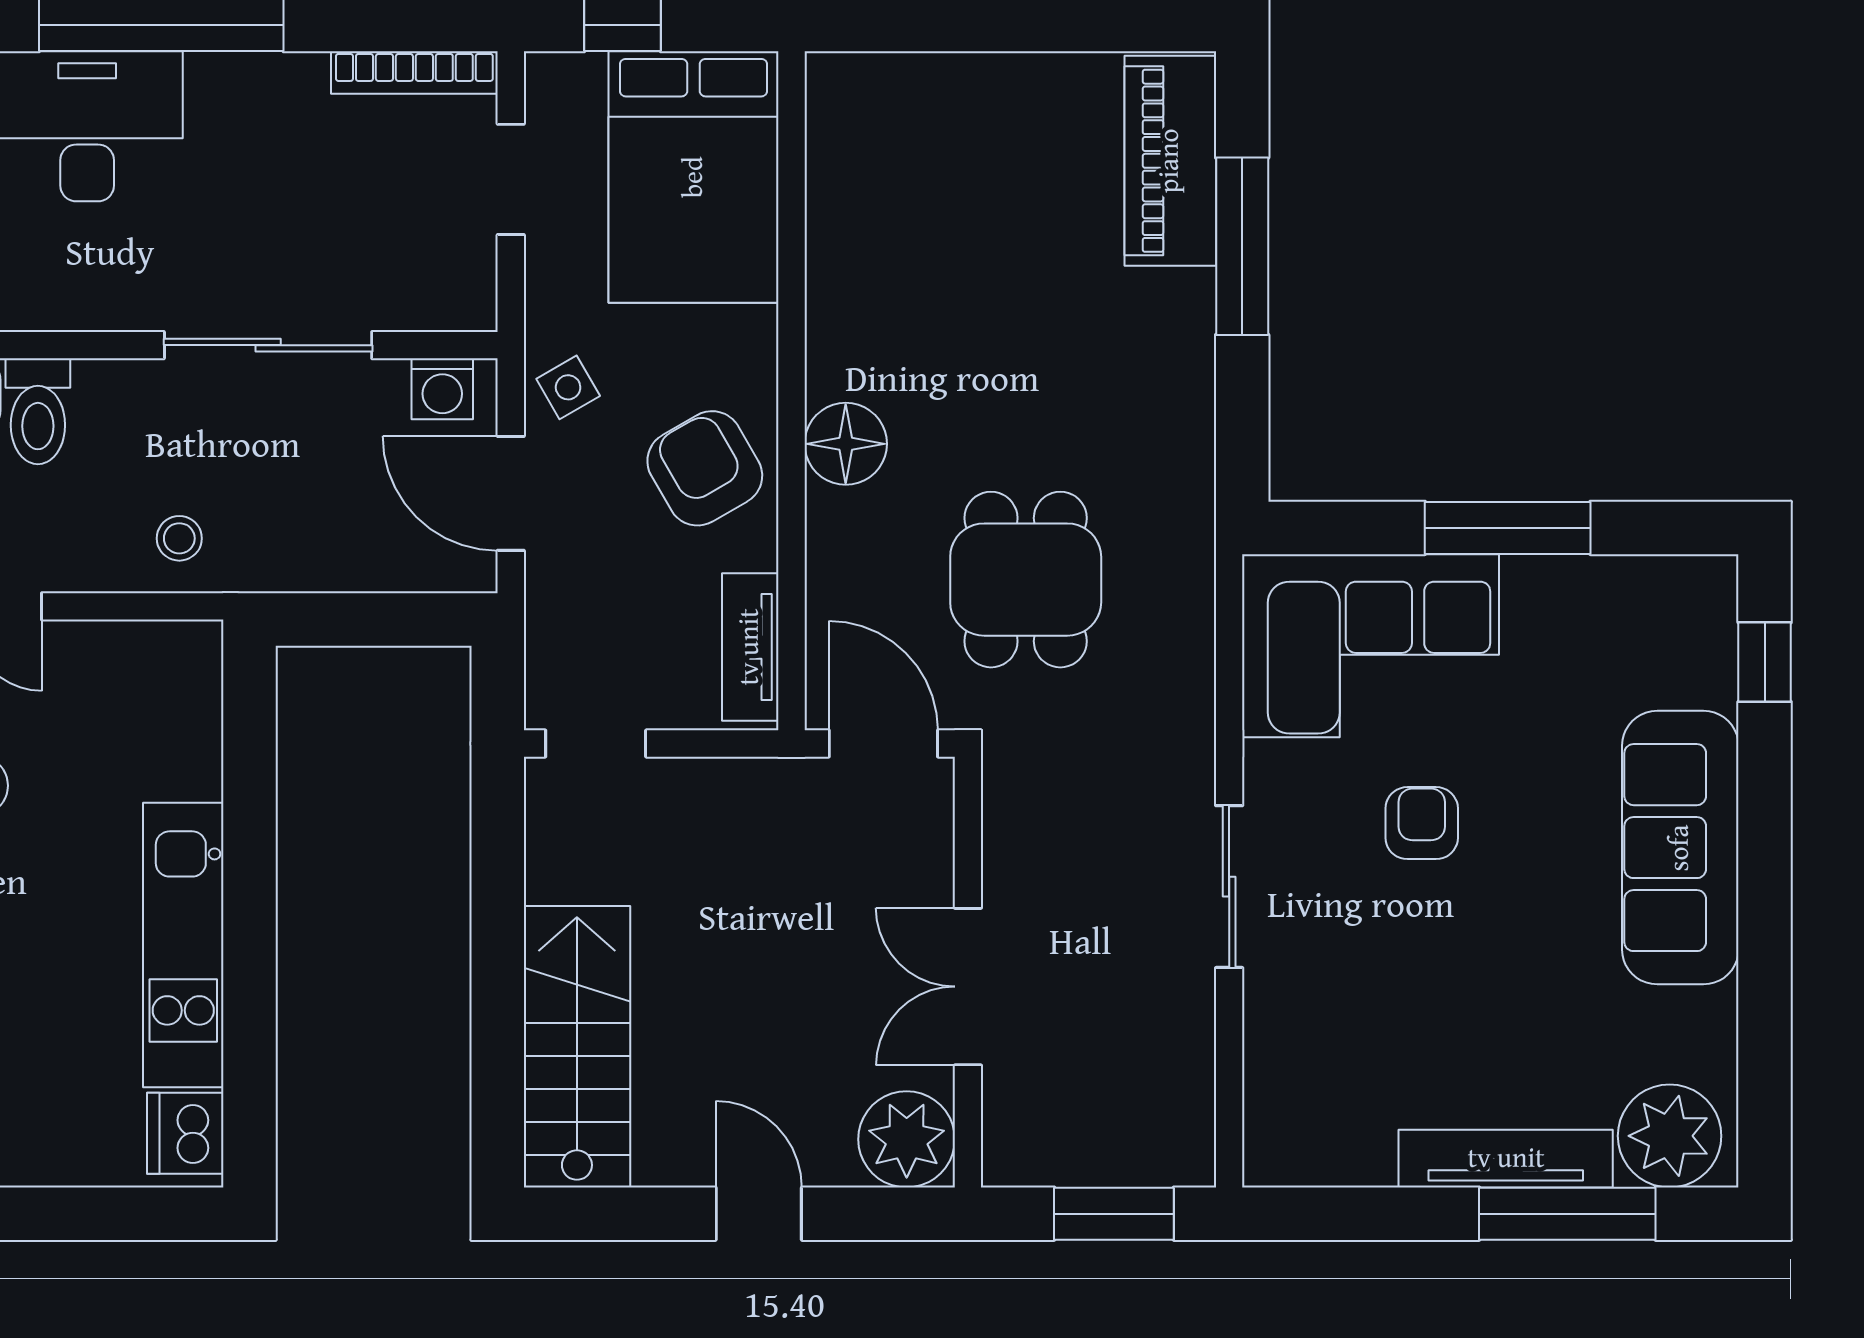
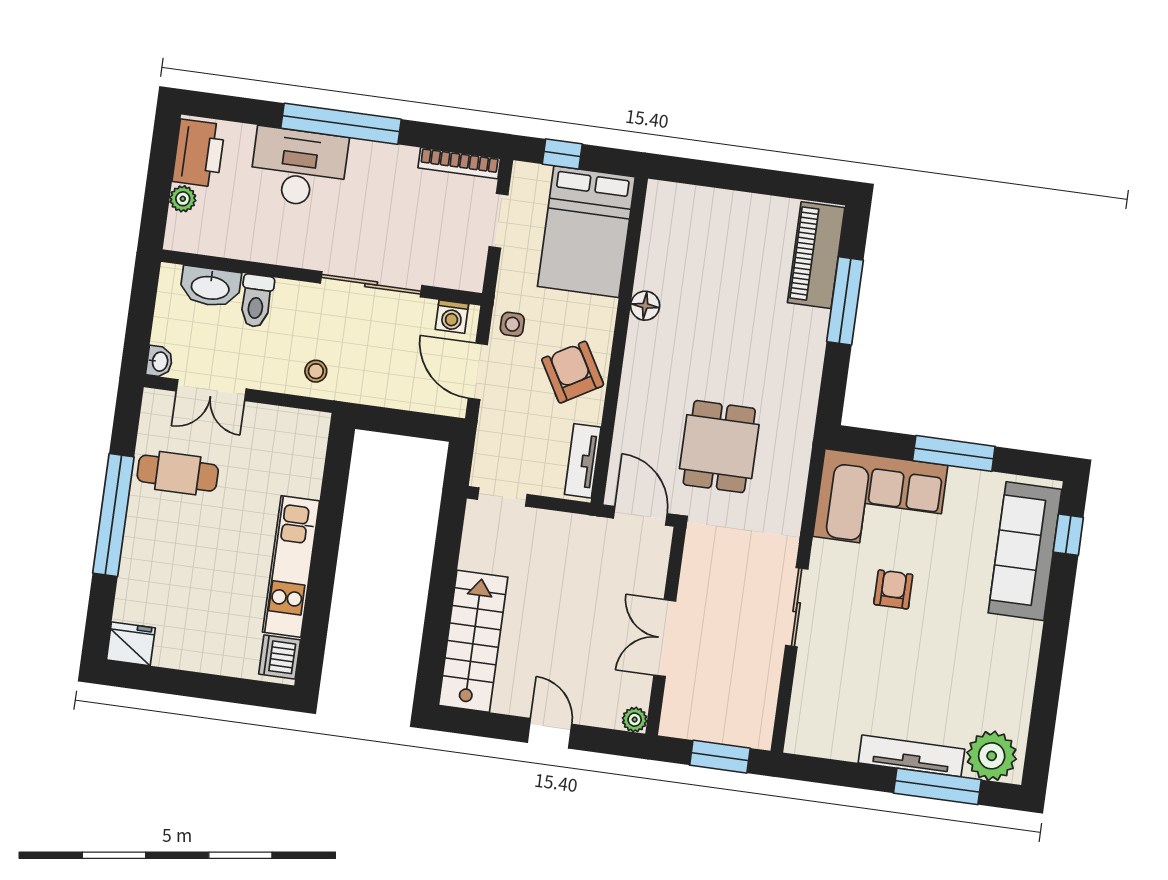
side table: (568, 387) -> (512, 324), turned 30
floor lamp: (846, 444) -> (645, 306), moved, width x0.73, depth x0.73
sofa: (1680, 848) -> (1025, 551), moved
plant: (907, 1139) -> (635, 720), width x0.53, depth x0.53

